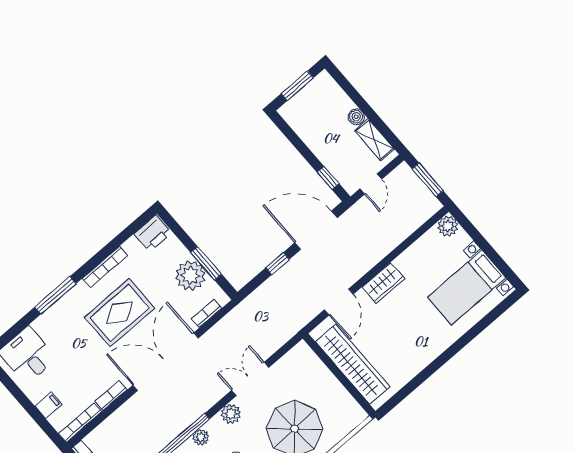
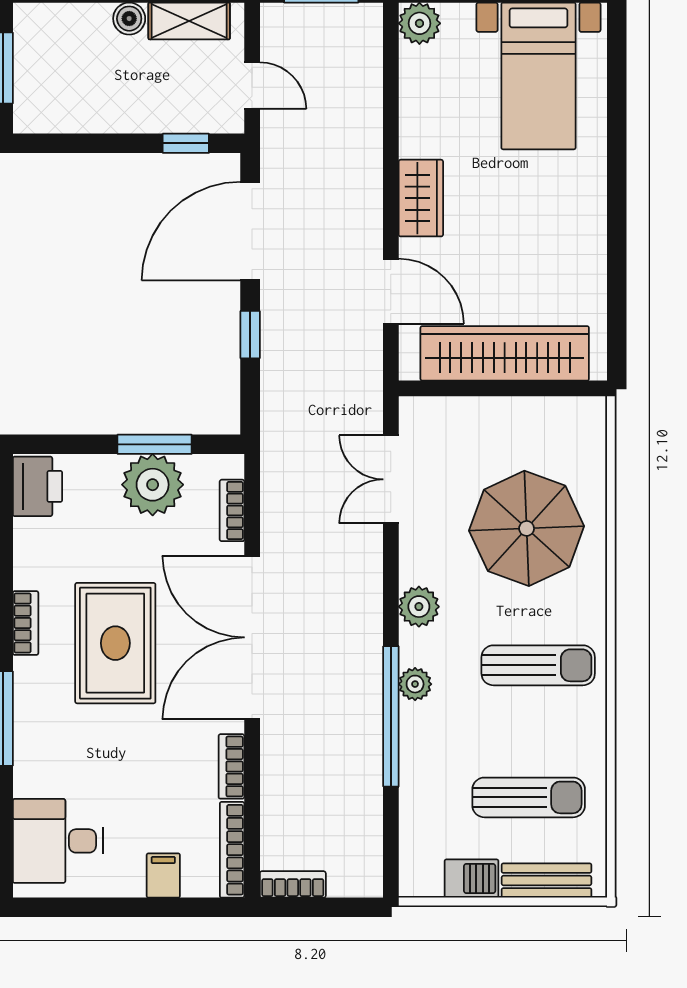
bookcase: (105, 267) -> (26, 623), width x0.64
double door: (250, 379) -> (391, 479), moved

